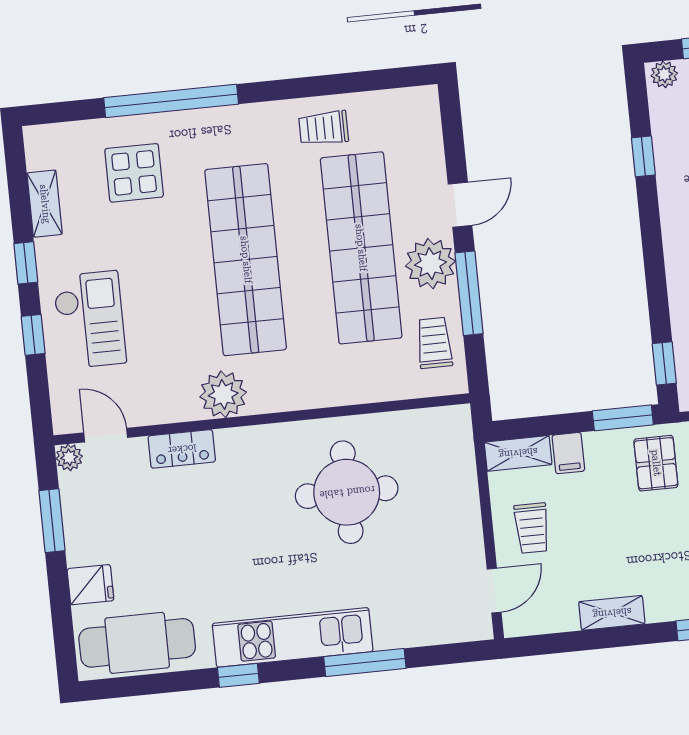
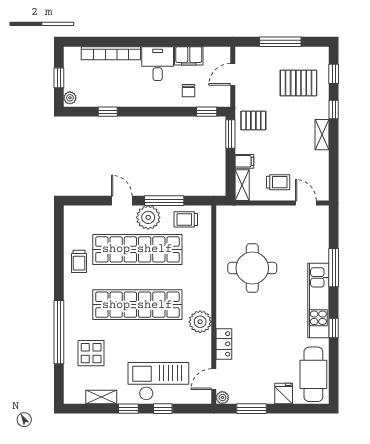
checkout: (90, 320) -> (158, 381), width x1.36, depth x1.21
shelving: (612, 613) -> (322, 135), moved

